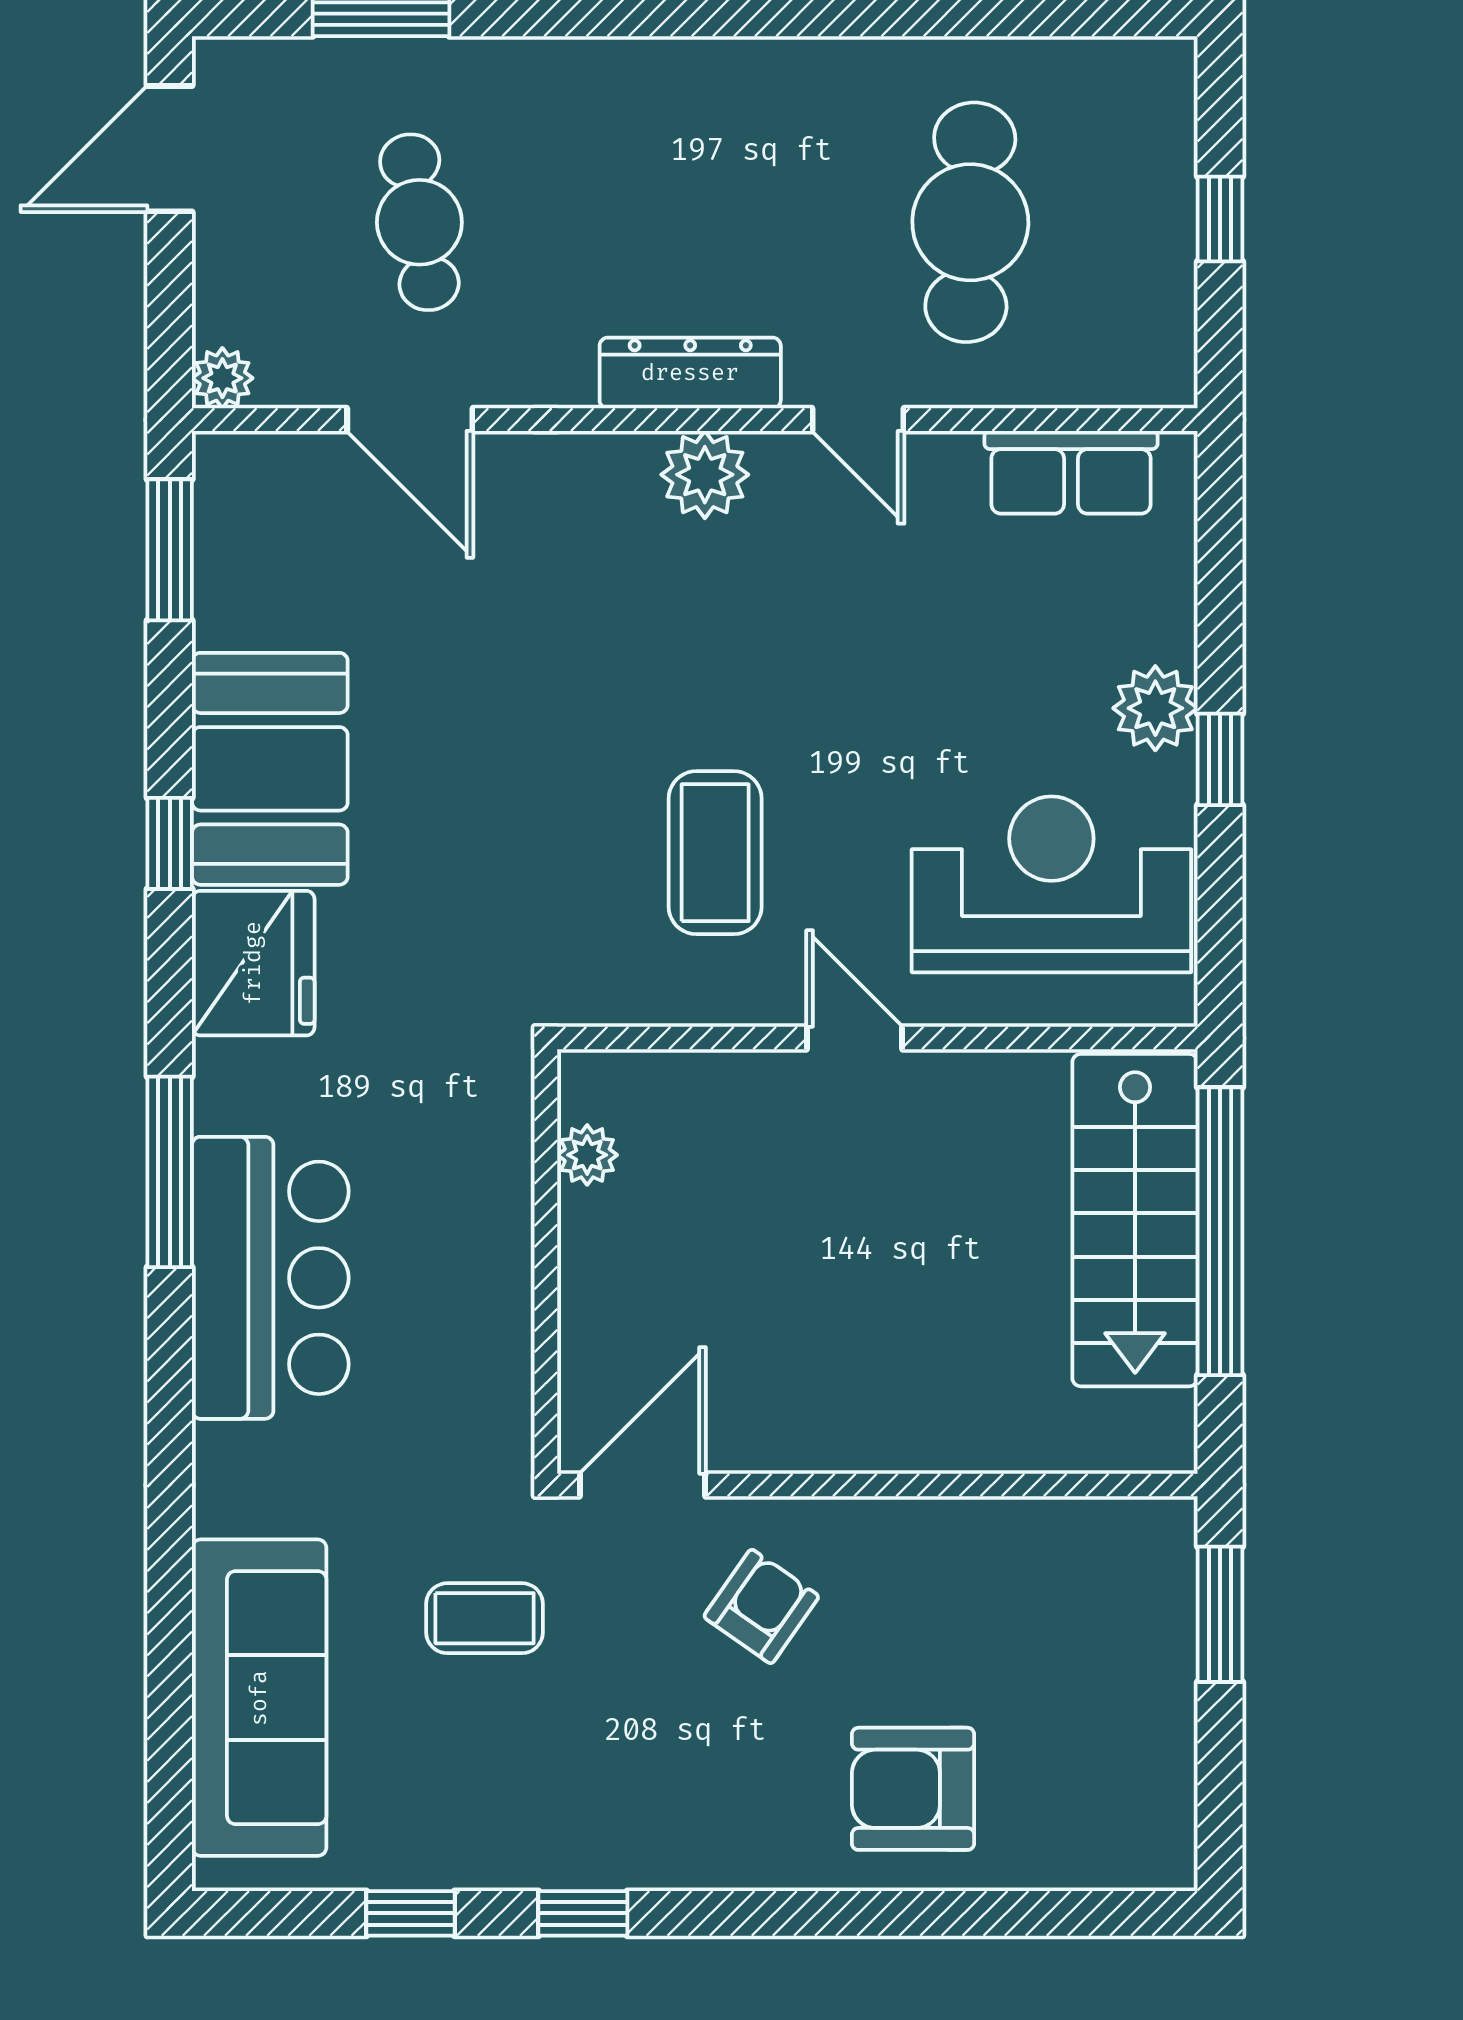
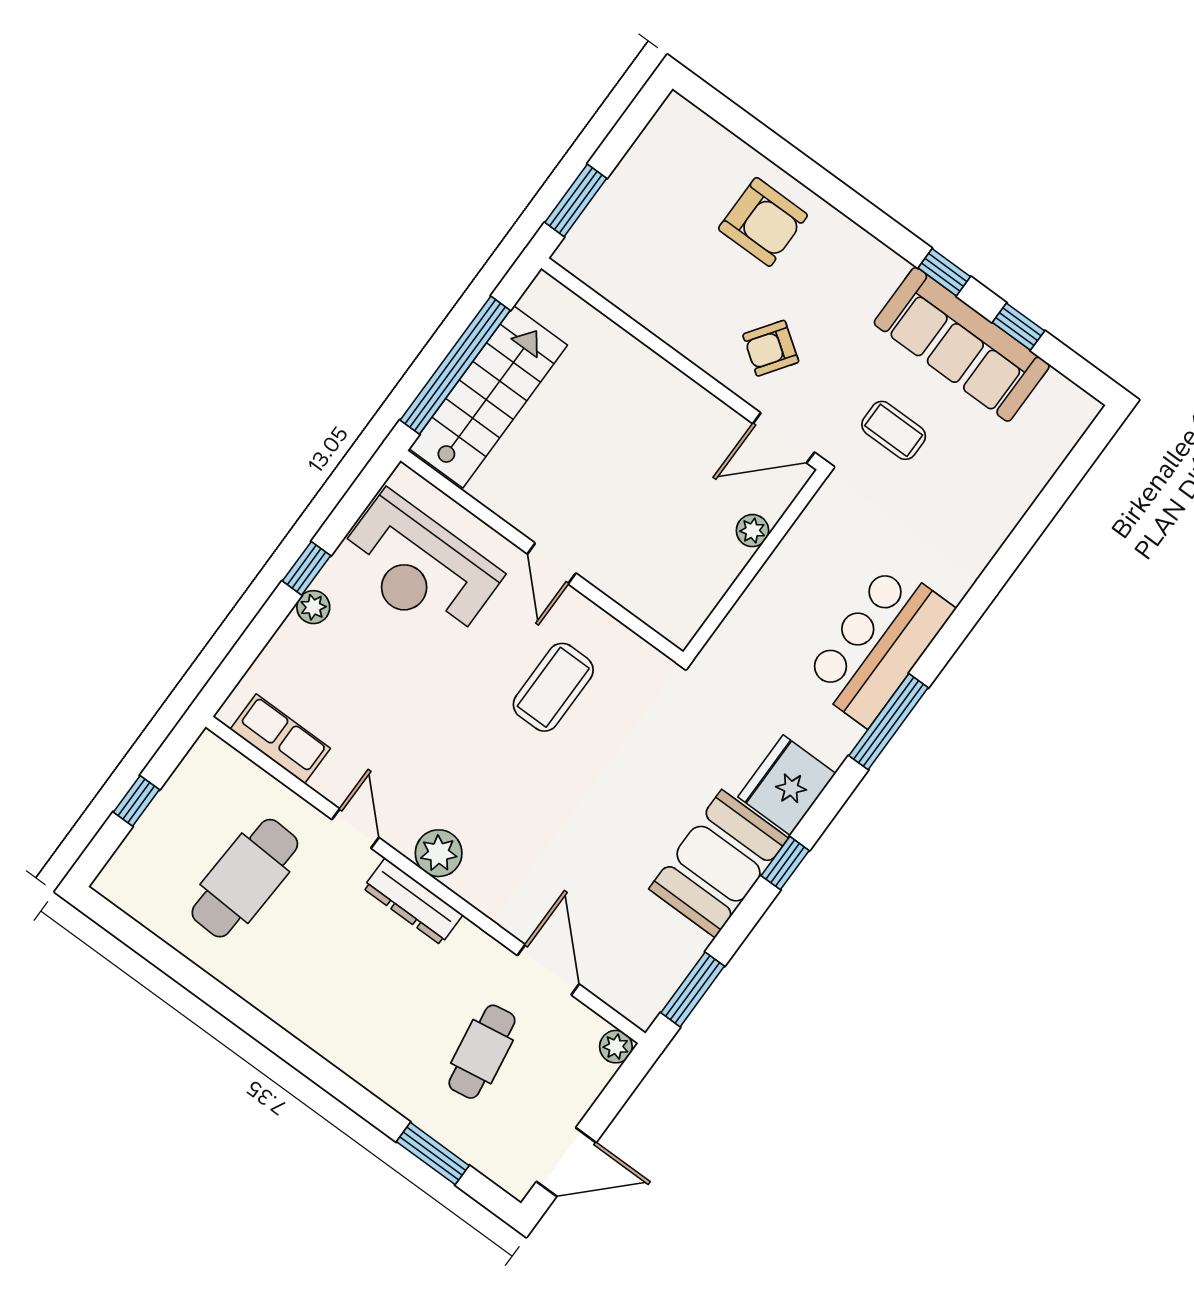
plant: (1155, 708) -> (313, 607), width x0.73, depth x0.73
plant: (587, 1155) -> (752, 531), moved
sofa: (259, 1698) -> (962, 344), moved, turned -90

